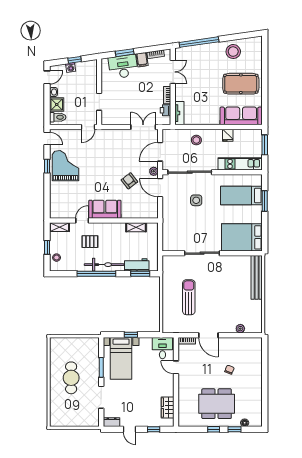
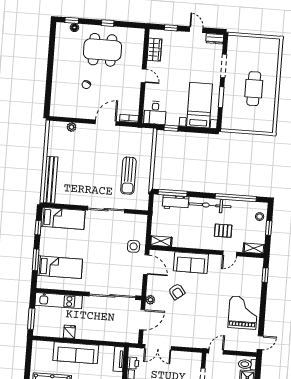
sofa: (241, 116) -> (76, 353), moved
door: (47, 139) -> (260, 343), swing flipped
stool: (196, 140) -> (103, 329), removed
window: (47, 166) -> (265, 275), moved
grand piano: (65, 166) -> (243, 313), turned 180
door: (160, 188) -> (146, 265), moved
side table: (196, 200) -> (134, 246), moved
sofa: (105, 209) -> (191, 263), moved
shelving: (136, 227) -> (161, 241), moved
window: (265, 231) -> (38, 228), added
bed: (242, 237) -> (63, 218), width x0.67
window: (96, 274) -> (236, 198), moved
window: (140, 274) -> (173, 193), width x1.44
sun lounger: (189, 297) -> (128, 176), moved
window: (131, 335) -> (171, 128), moved
door: (208, 335) -> (106, 123), hinge flipped
door: (176, 367) -> (144, 76), moved
window: (235, 429) -> (72, 20), moved

